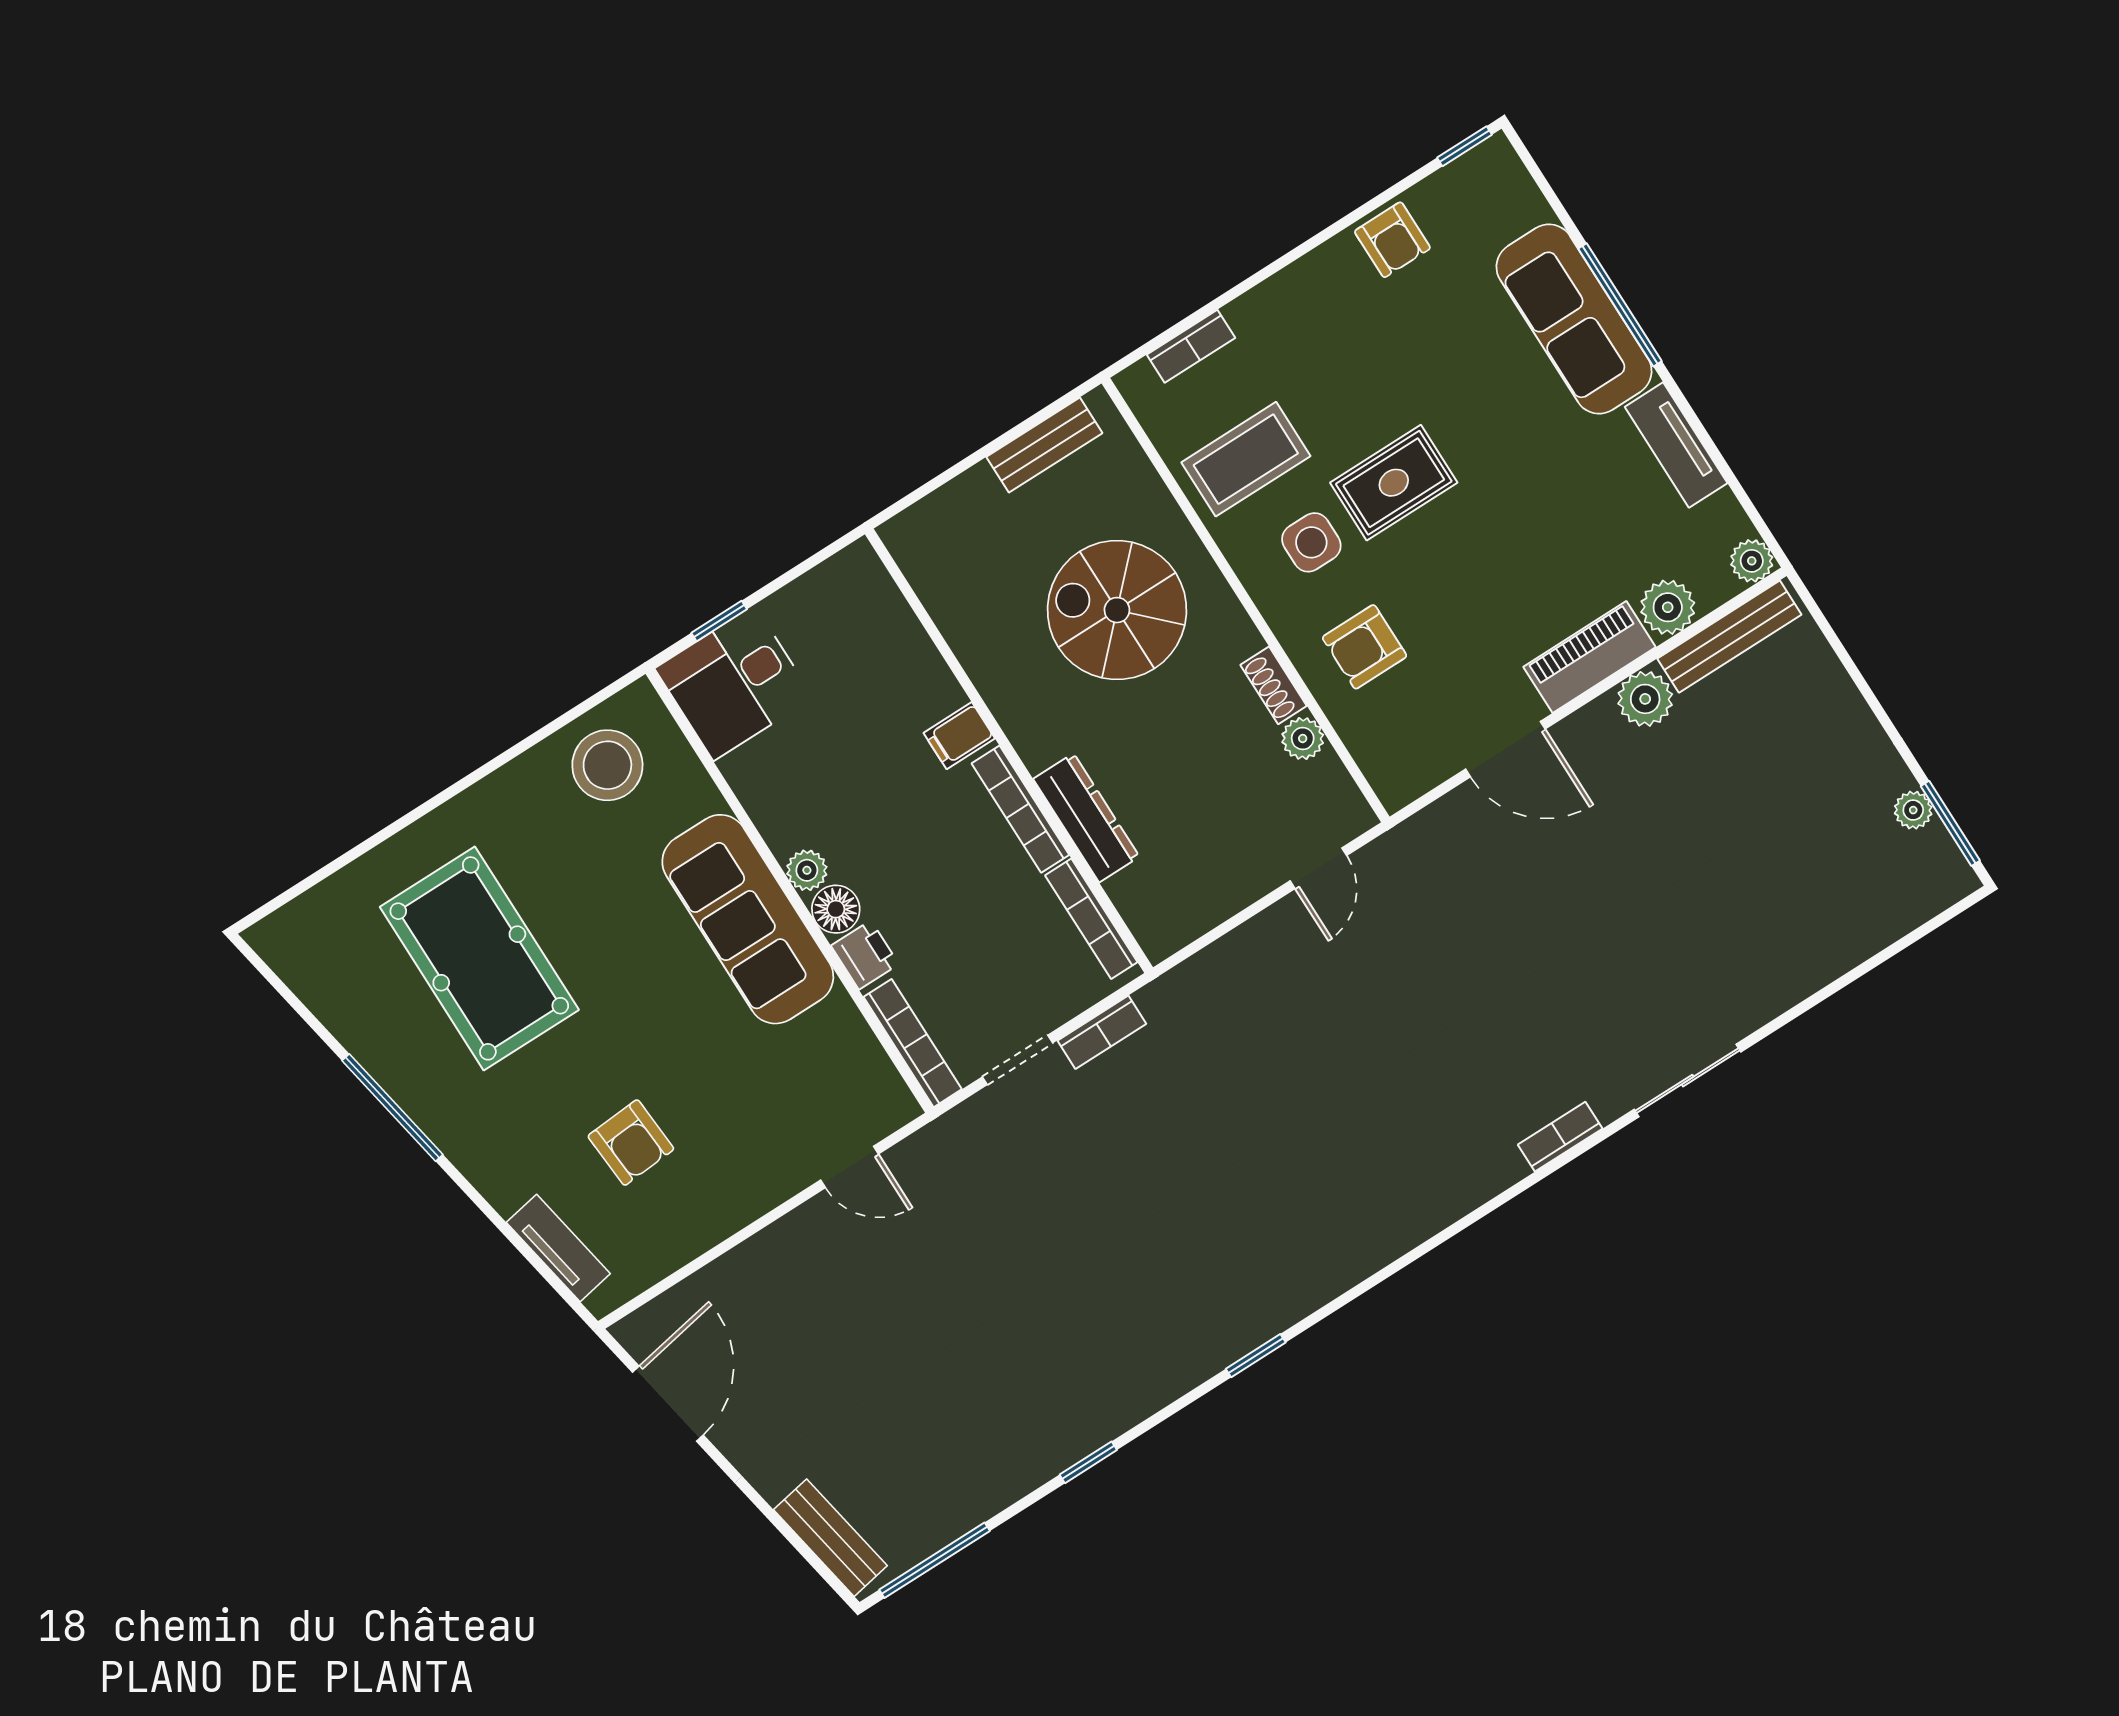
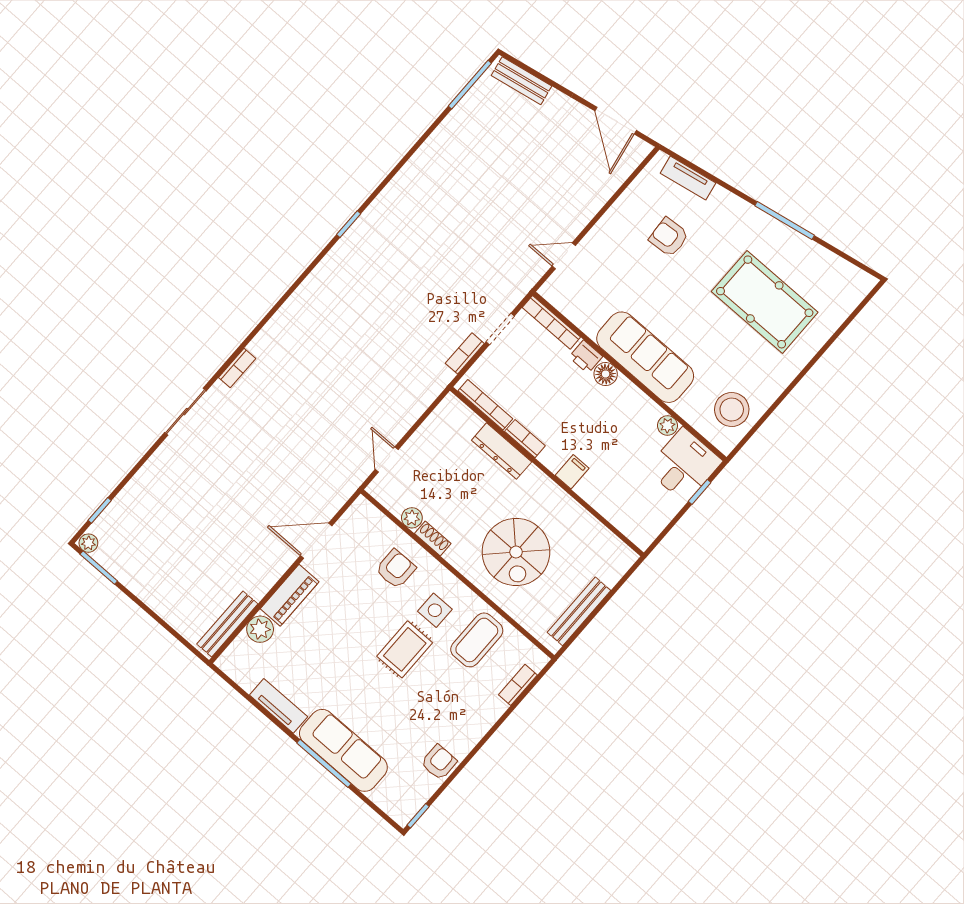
armchair: (1392, 240) -> (439, 762), turned 90
bench: (1044, 445) -> (579, 611), width x1.36
plant: (1752, 561) -> (227, 662), removed
spiral stairs: (1117, 610) -> (516, 552), turned 90
plant: (1645, 699) -> (258, 583), removed
bookcase: (1020, 809) -> (525, 439), width x0.64
plant: (1913, 810) -> (88, 543), moved
plant: (807, 870) -> (667, 426), moved
window: (1088, 1462) -> (100, 510), moved

